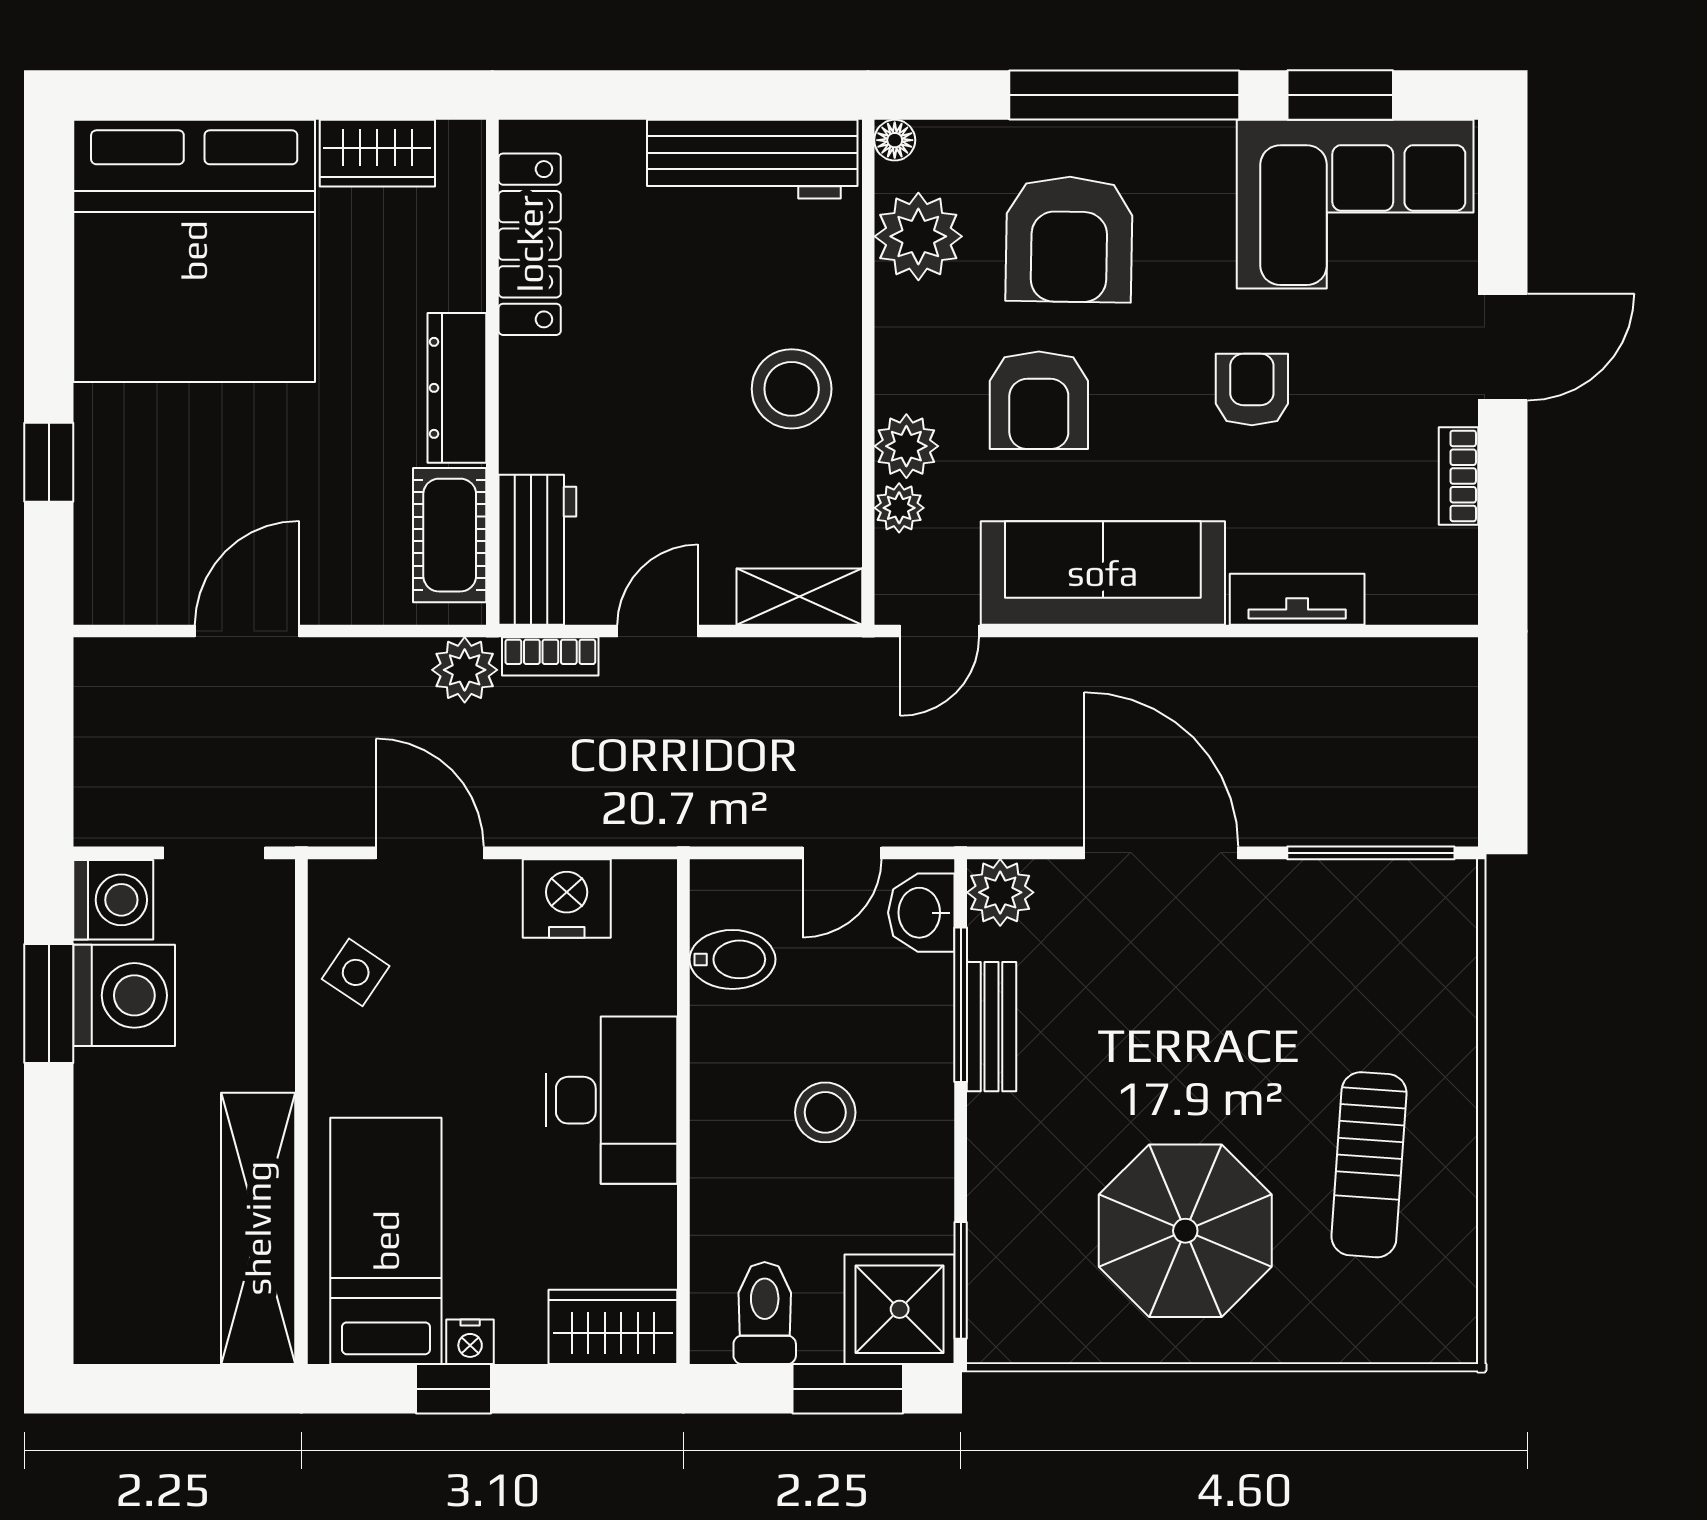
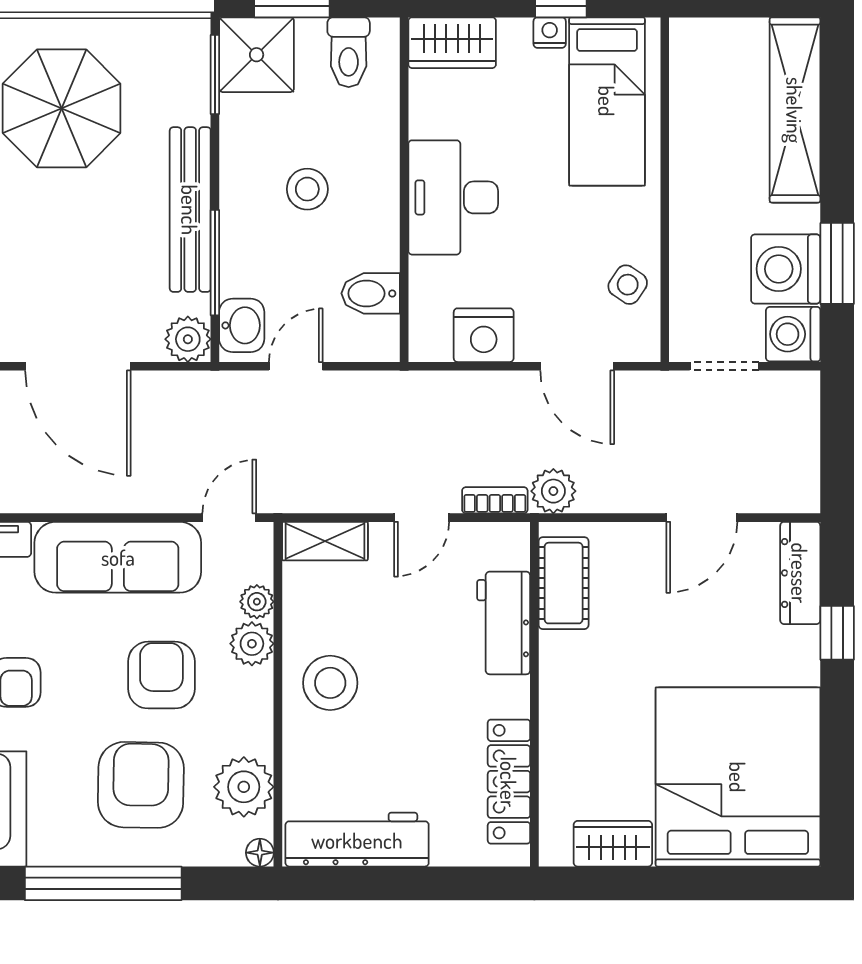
dresser: (457, 388) -> (800, 573), moved, turned 180
workbench: (537, 550) -> (504, 623), moved
bench: (991, 1027) -> (190, 210), width x1.86, depth x1.21
shelving: (258, 1228) -> (795, 110), moved

